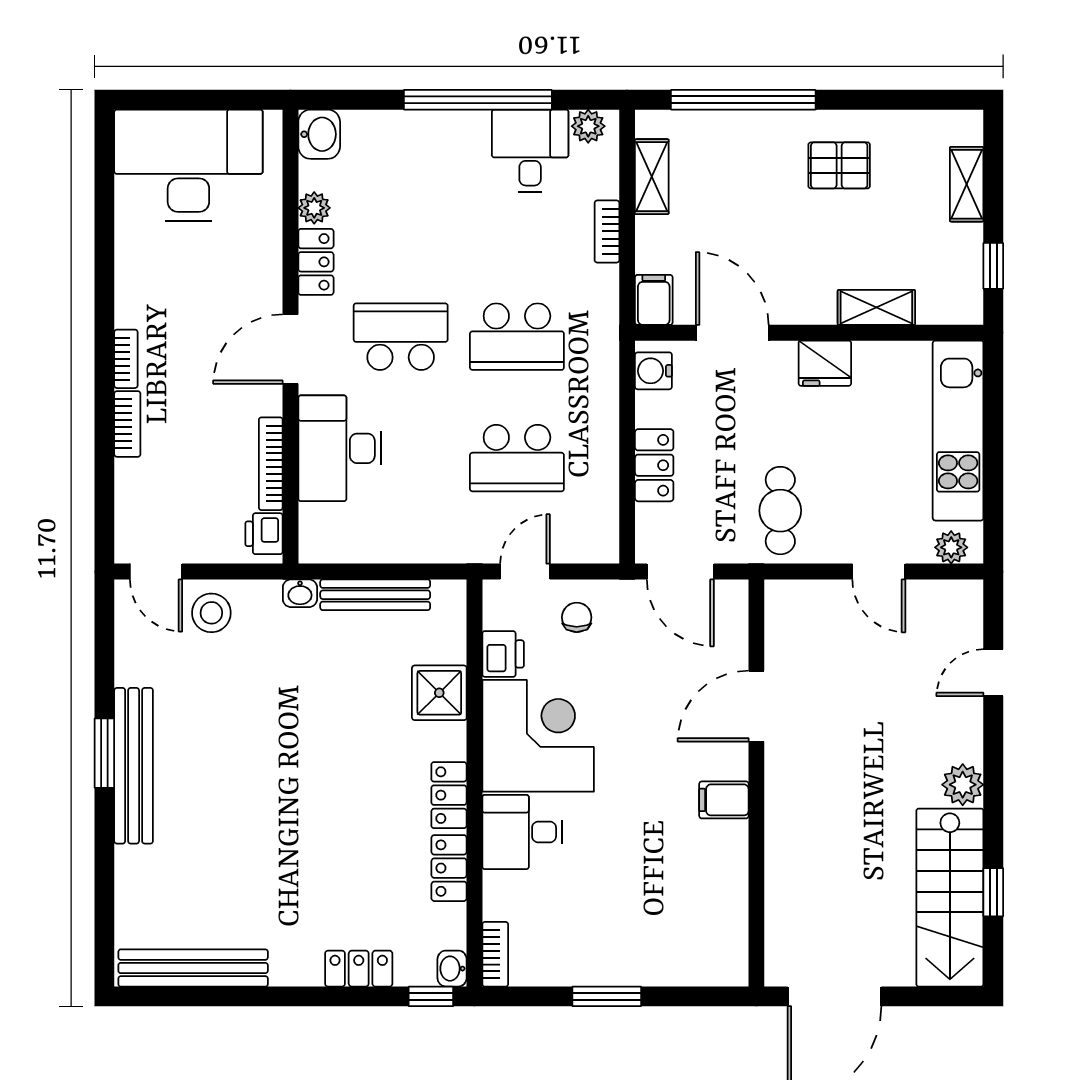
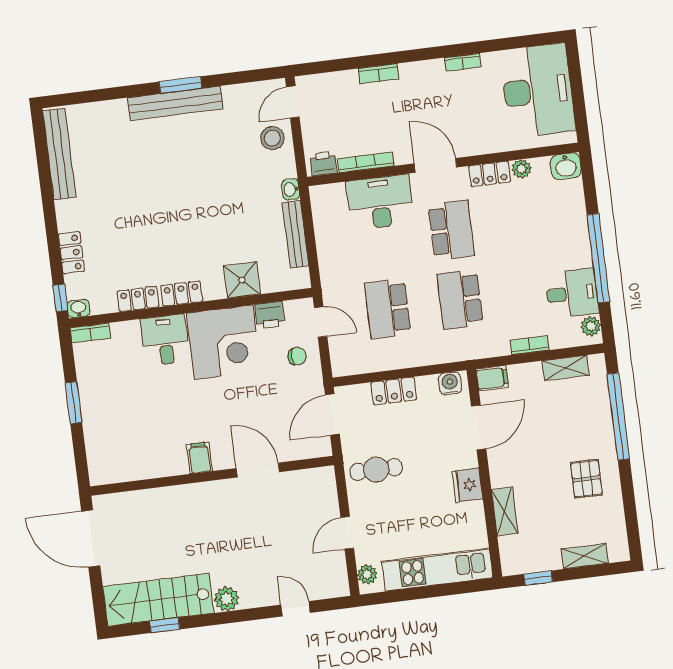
bookcase: (126, 359) -> (463, 62), moved

